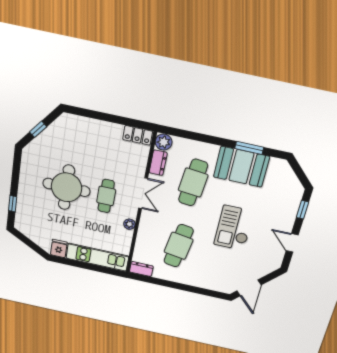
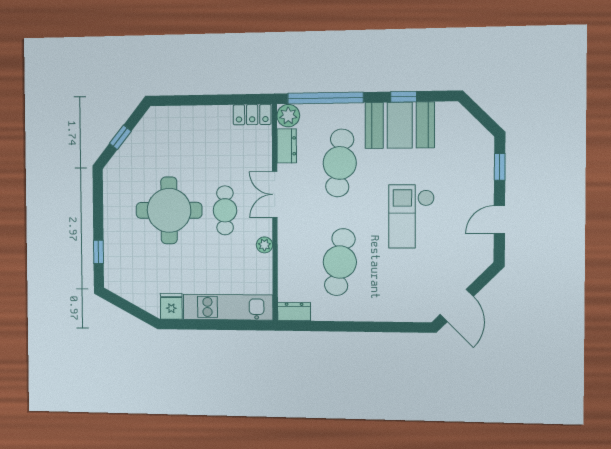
window: (193, 136) -> (325, 98), added
window: (249, 148) -> (404, 97), width x0.67
double door: (143, 193) -> (275, 194), swing flipped
door: (292, 243) -> (499, 220), hinge flipped

